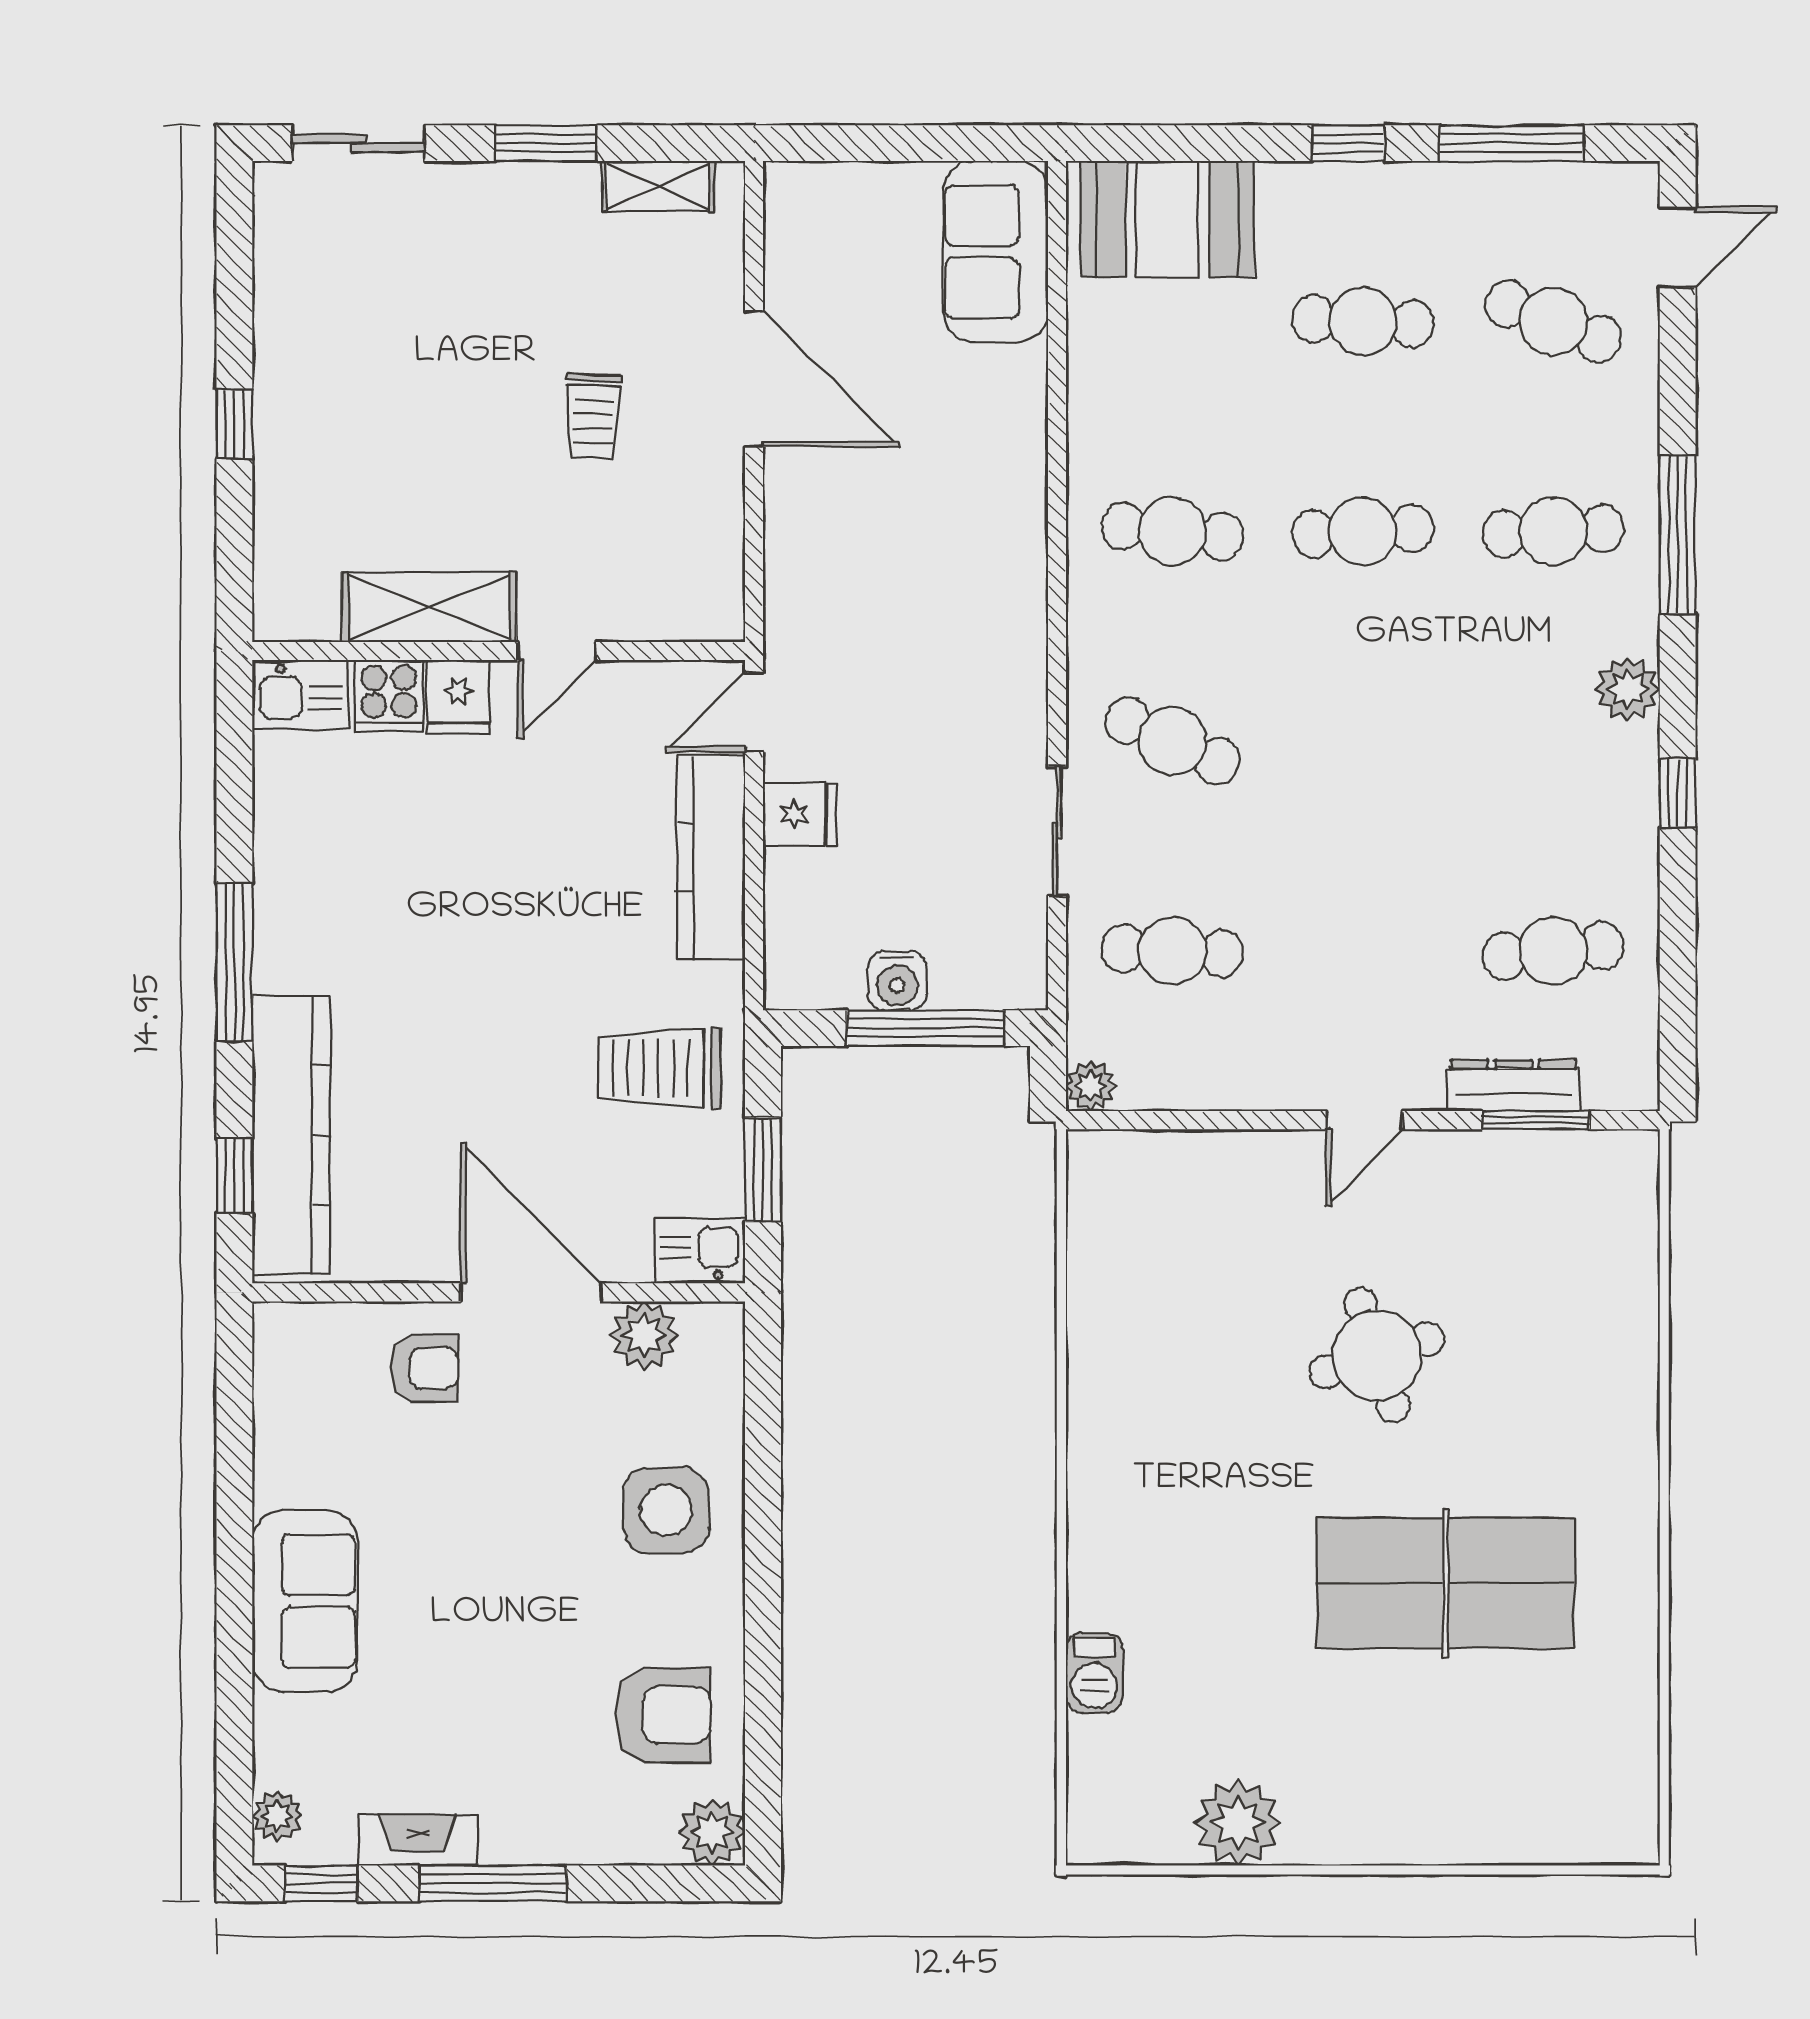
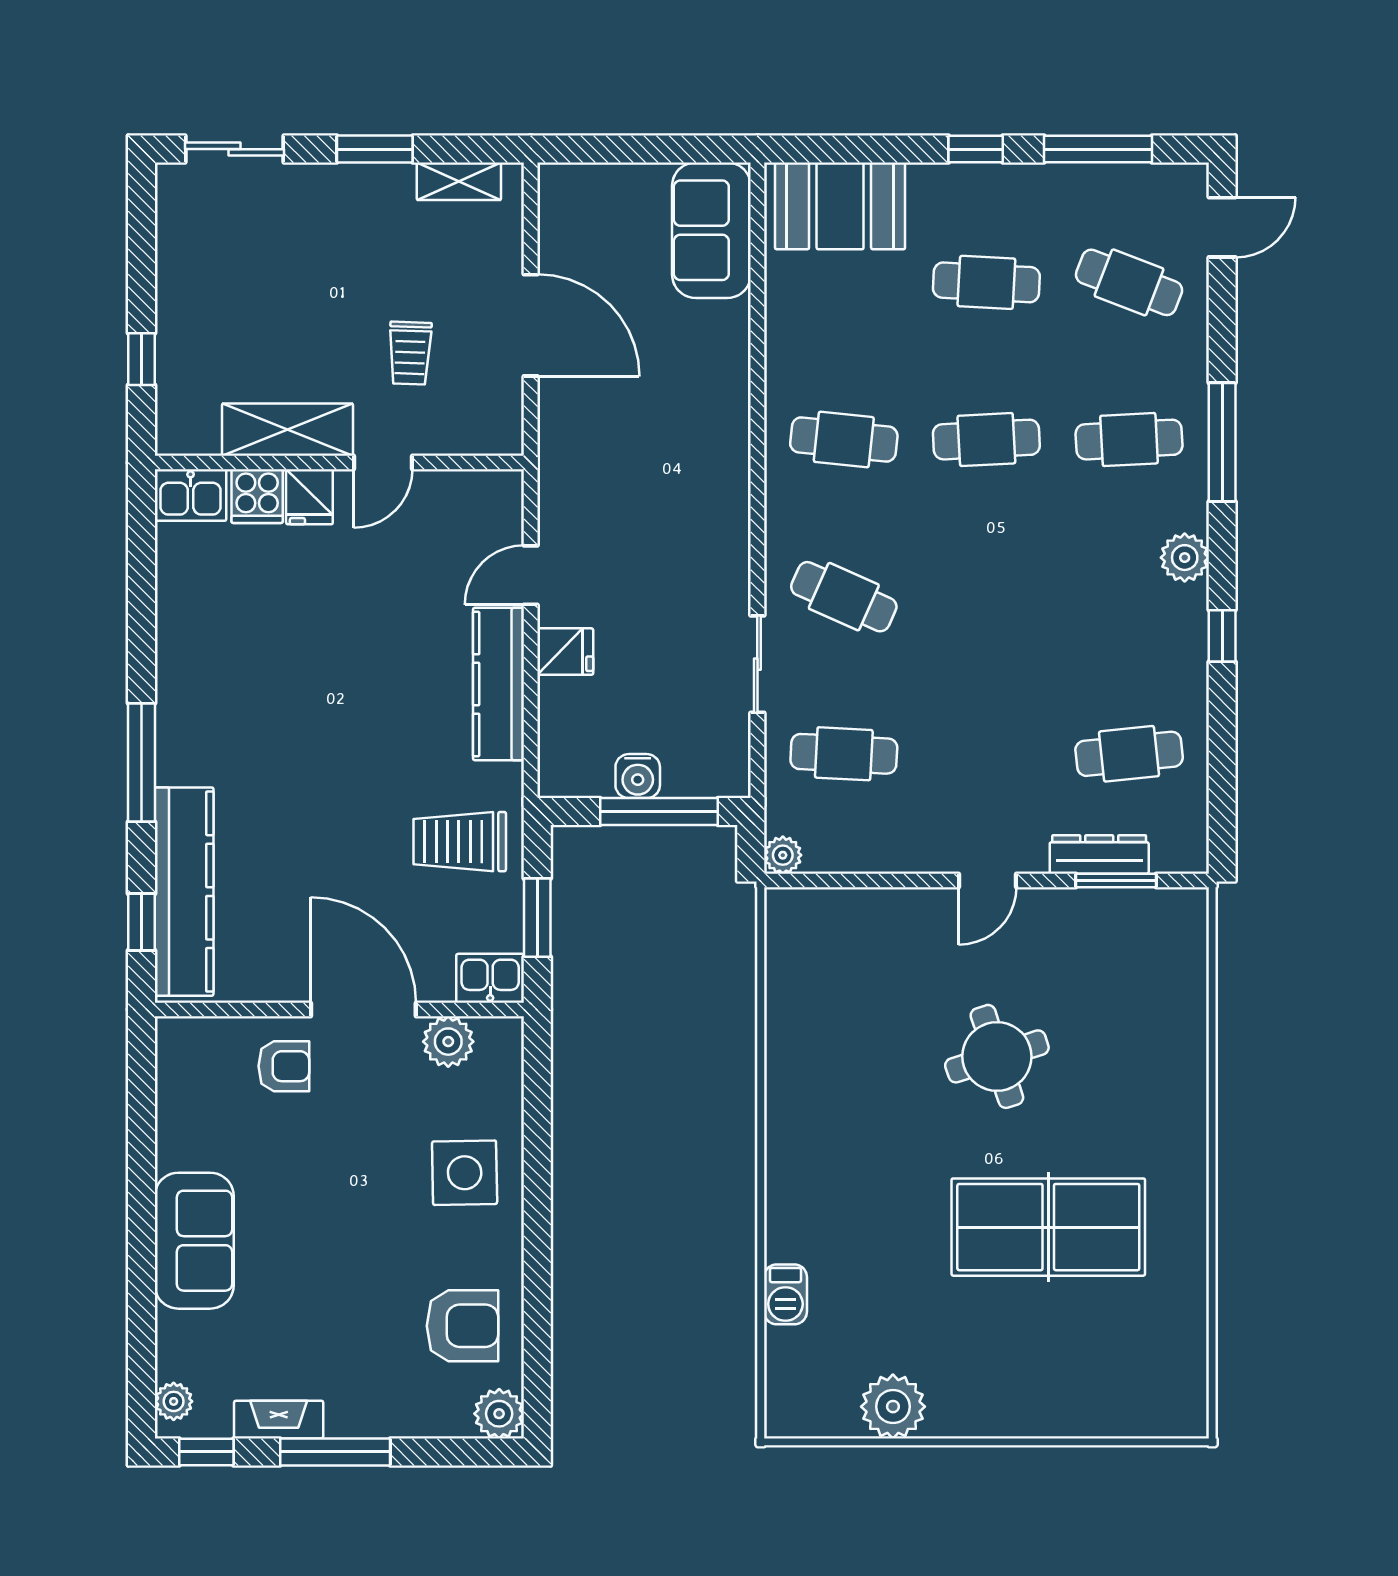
shelving: (429, 607) -> (288, 430), moved
wall: (499, 651) -> (339, 463), moved
door: (557, 651) -> (383, 463), moved
kitchen sink: (300, 694) -> (191, 495), moved
cooker: (389, 696) -> (257, 496), moved
fridge: (459, 697) -> (309, 497), moved

